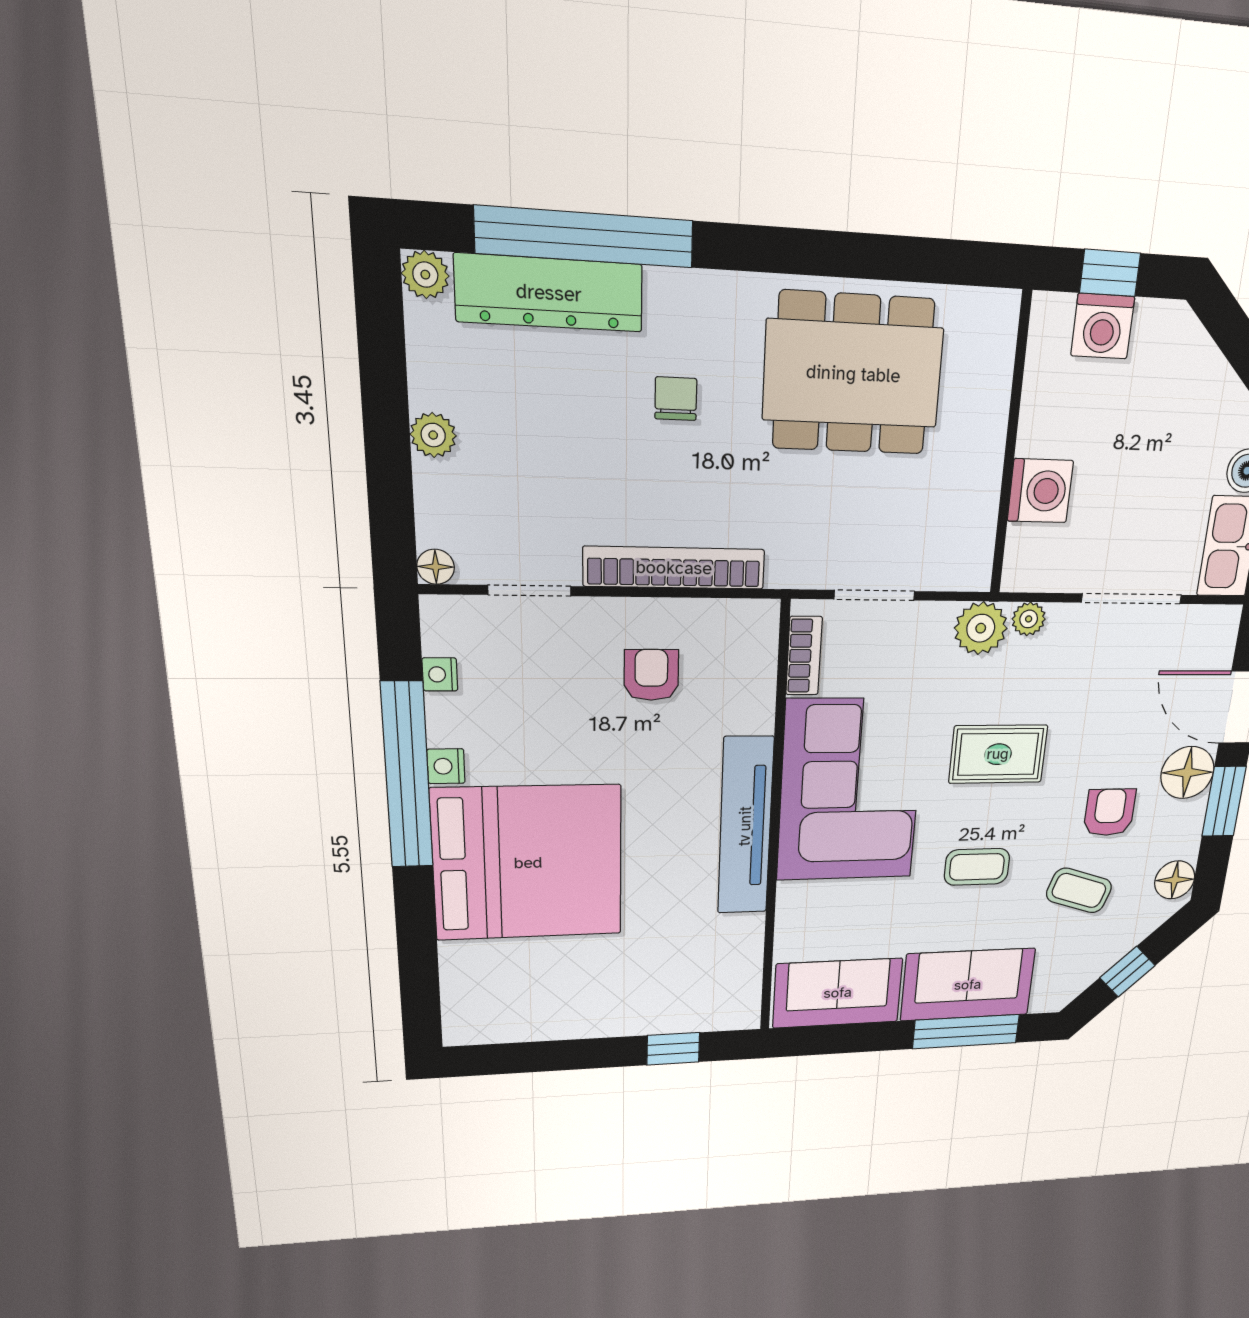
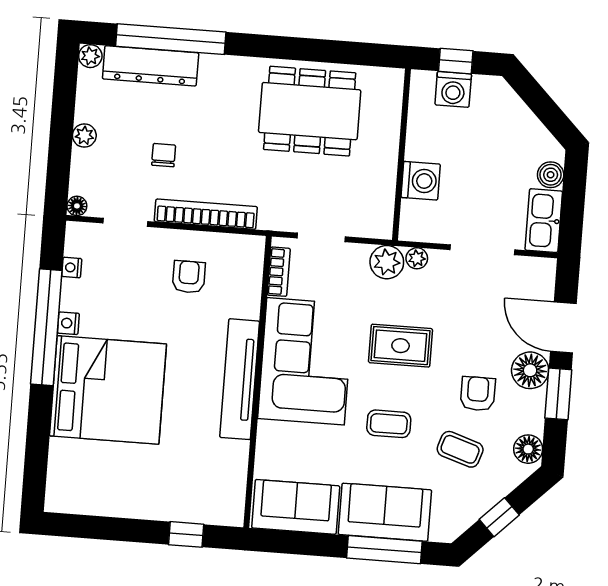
chair: (676, 399) -> (164, 155), moved

